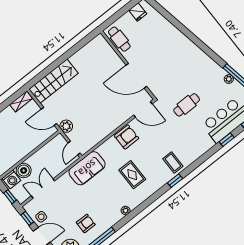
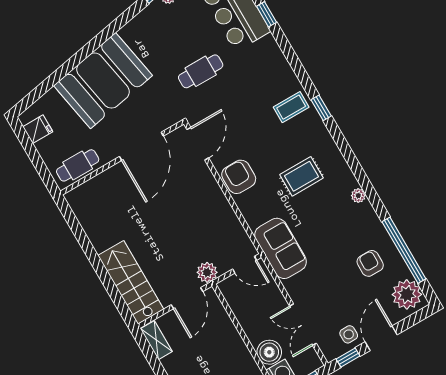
booth: (173, 47) -> (103, 81), added
cafe table: (187, 105) -> (201, 71), turned 90

